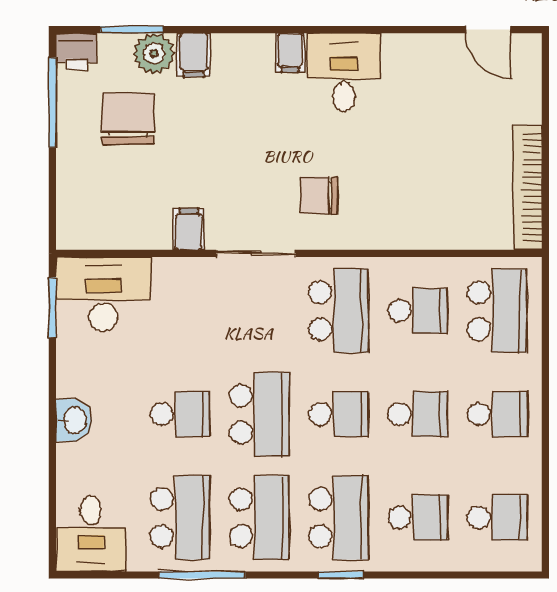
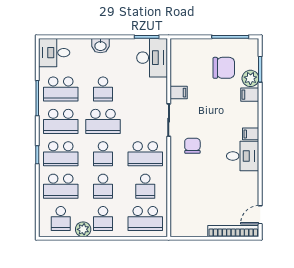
printer: (76, 52) -> (251, 47), removed
bookcase: (528, 188) -> (233, 231), moved
plant: (523, 463) -> (83, 229), added
school desk: (418, 518) -> (61, 186), width x1.85

